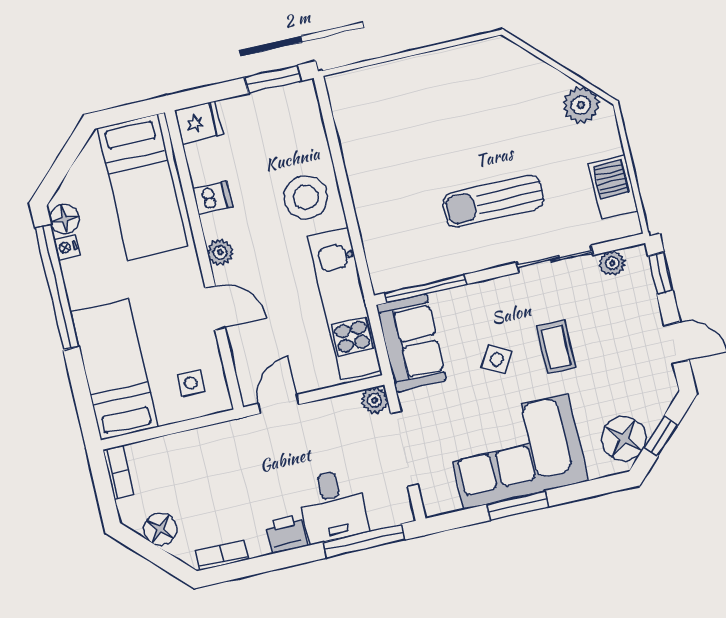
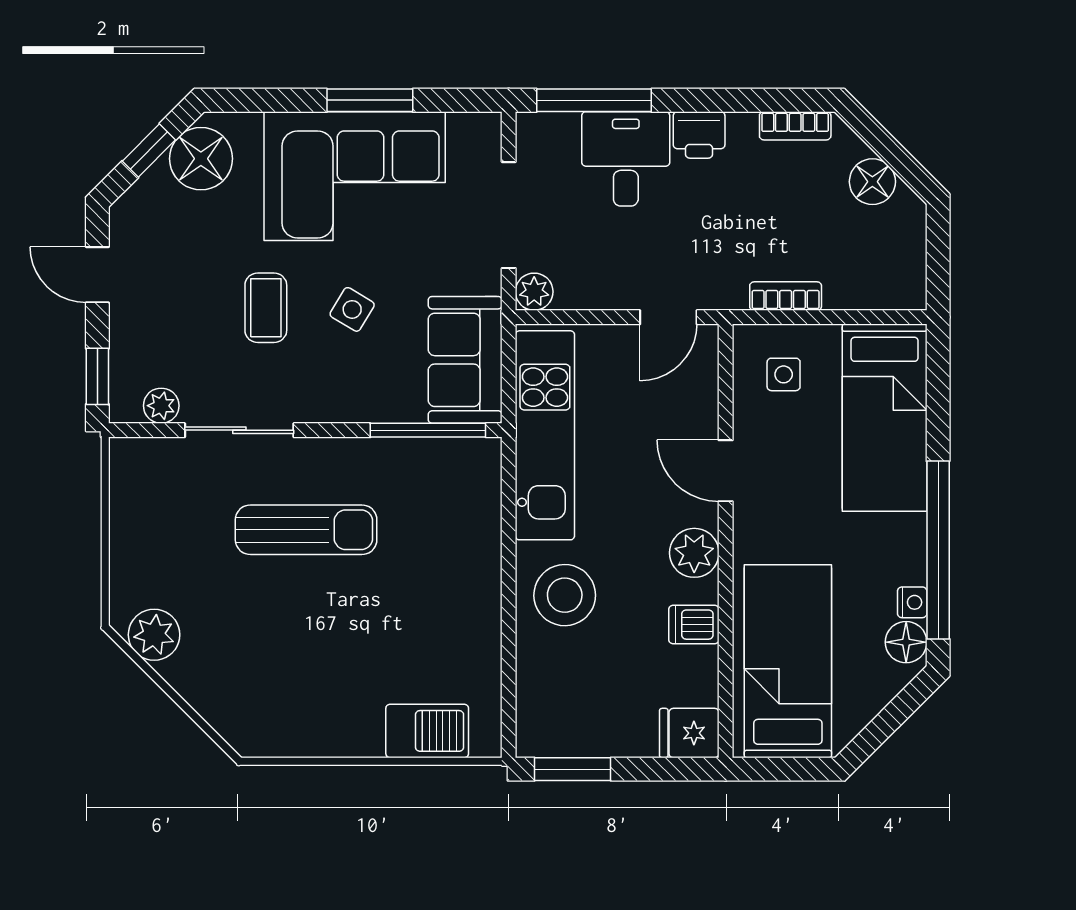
barbecue: (613, 188) -> (427, 731), moved, turned -90
plant: (220, 252) -> (694, 553), width x1.38, depth x1.38
bookcase: (118, 472) -> (786, 296), moved, turned 90

